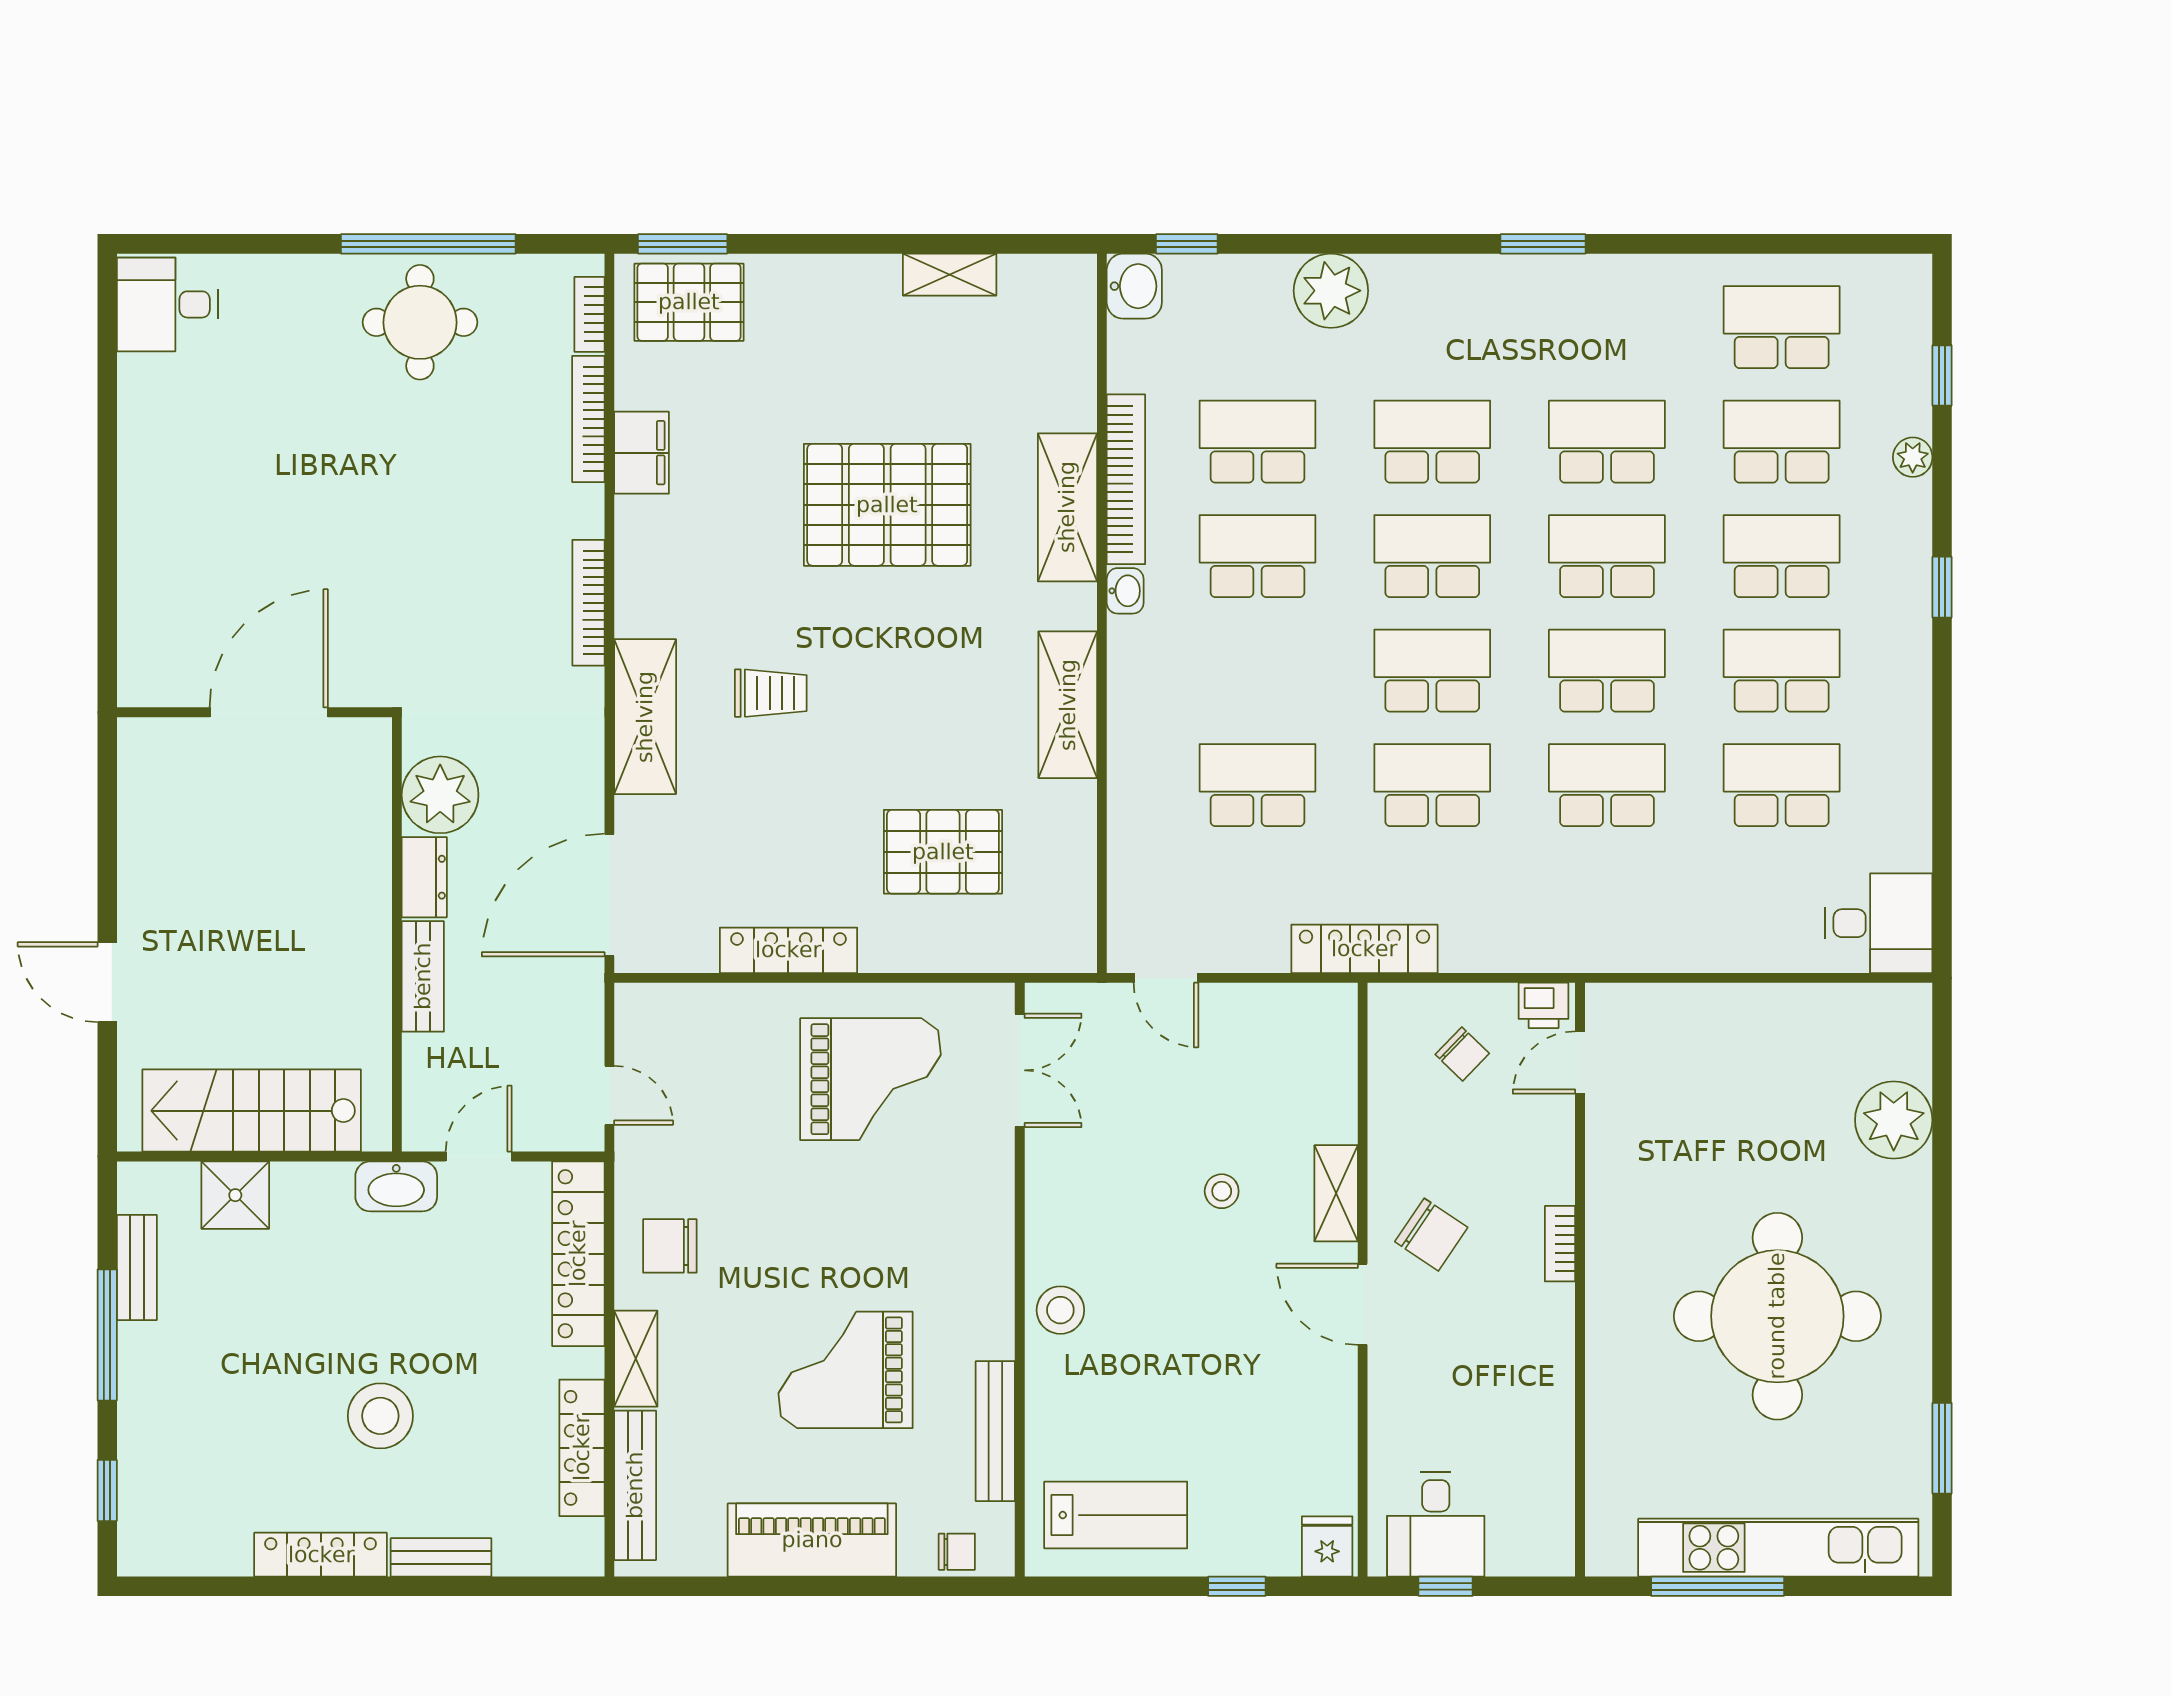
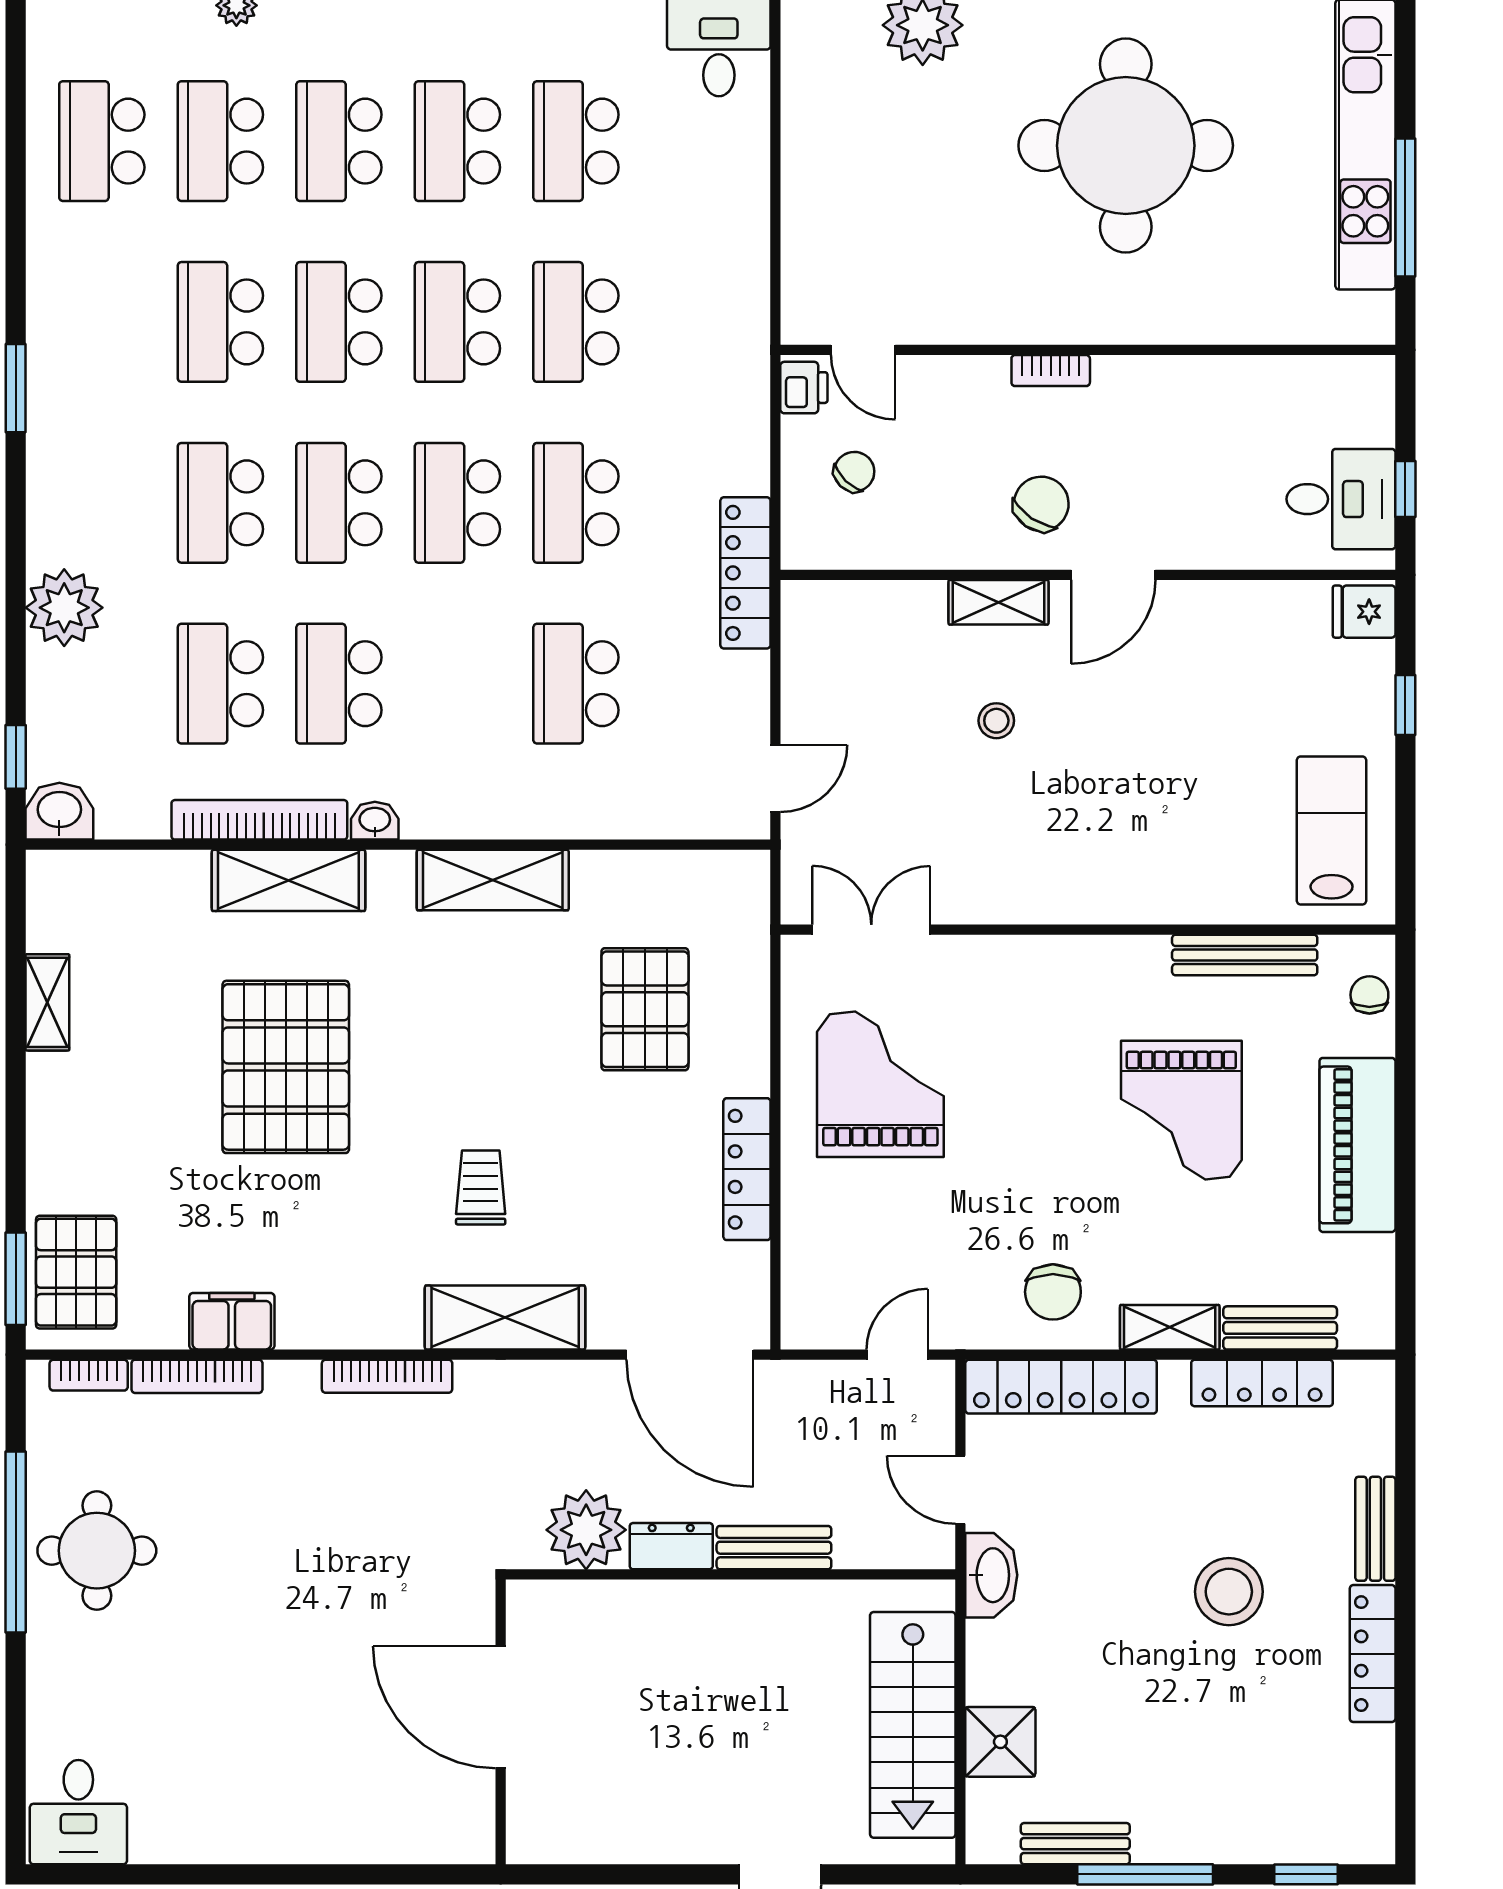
stool: (1060, 1310) -> (1119, 888), removed
bench: (635, 1485) -> (1280, 1328), width x0.73

